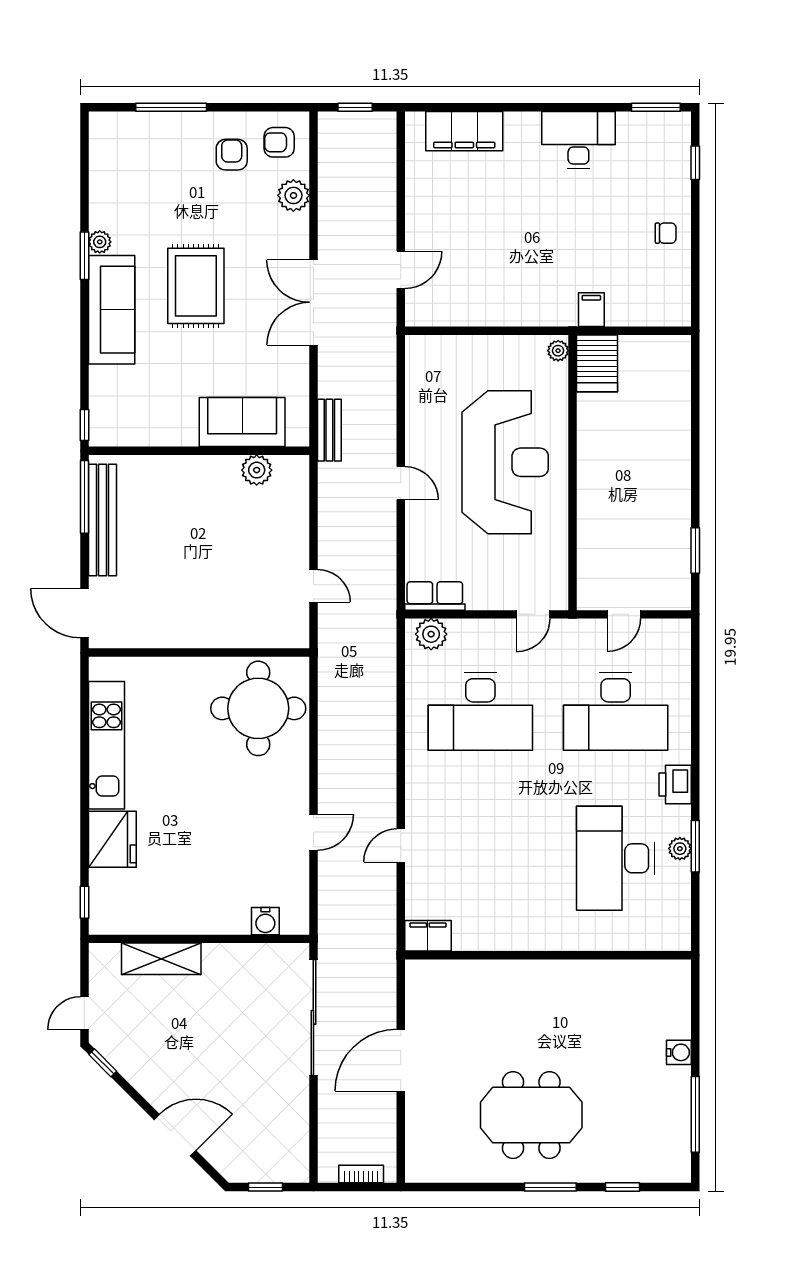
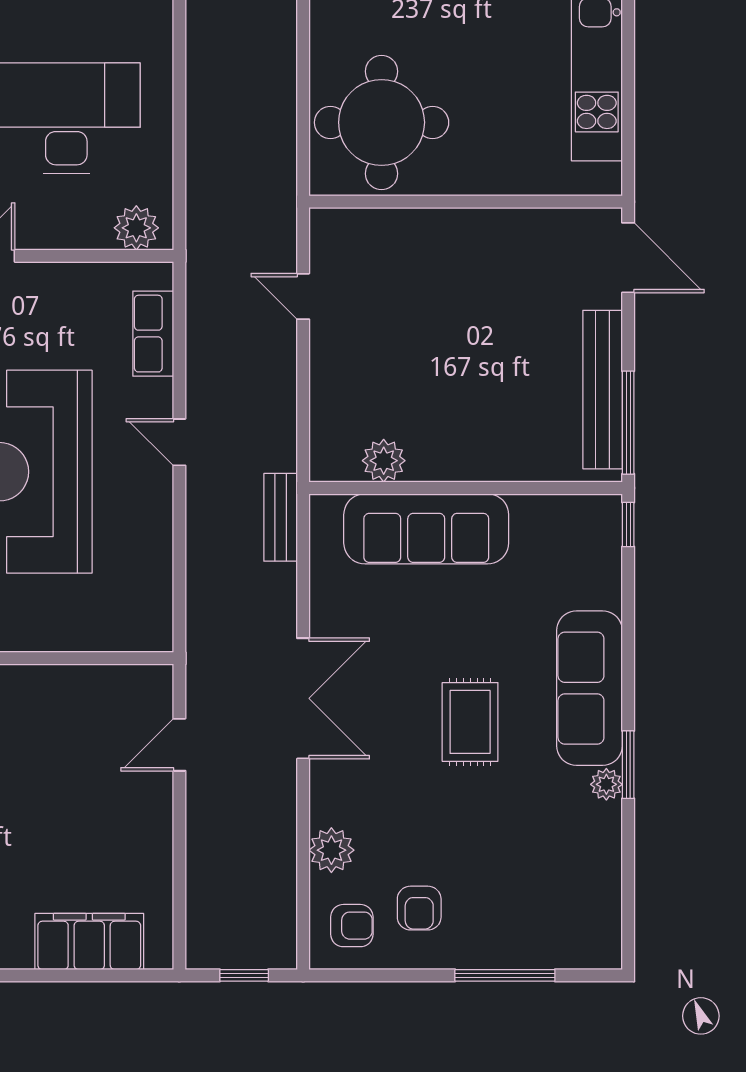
rug: (196, 286) -> (470, 722), width x0.73, depth x0.70
sofa: (242, 422) -> (426, 529), width x1.36
row of seats: (435, 596) -> (153, 334), moved, turned 90

